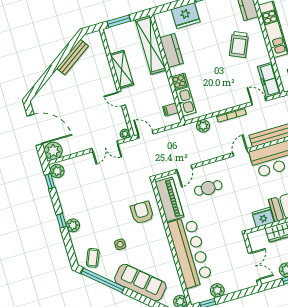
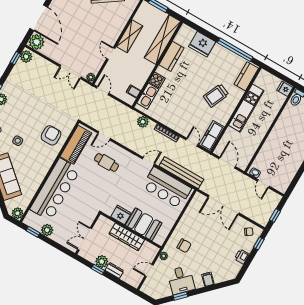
double door: (254, 266) -> (85, 239), swing flipped

